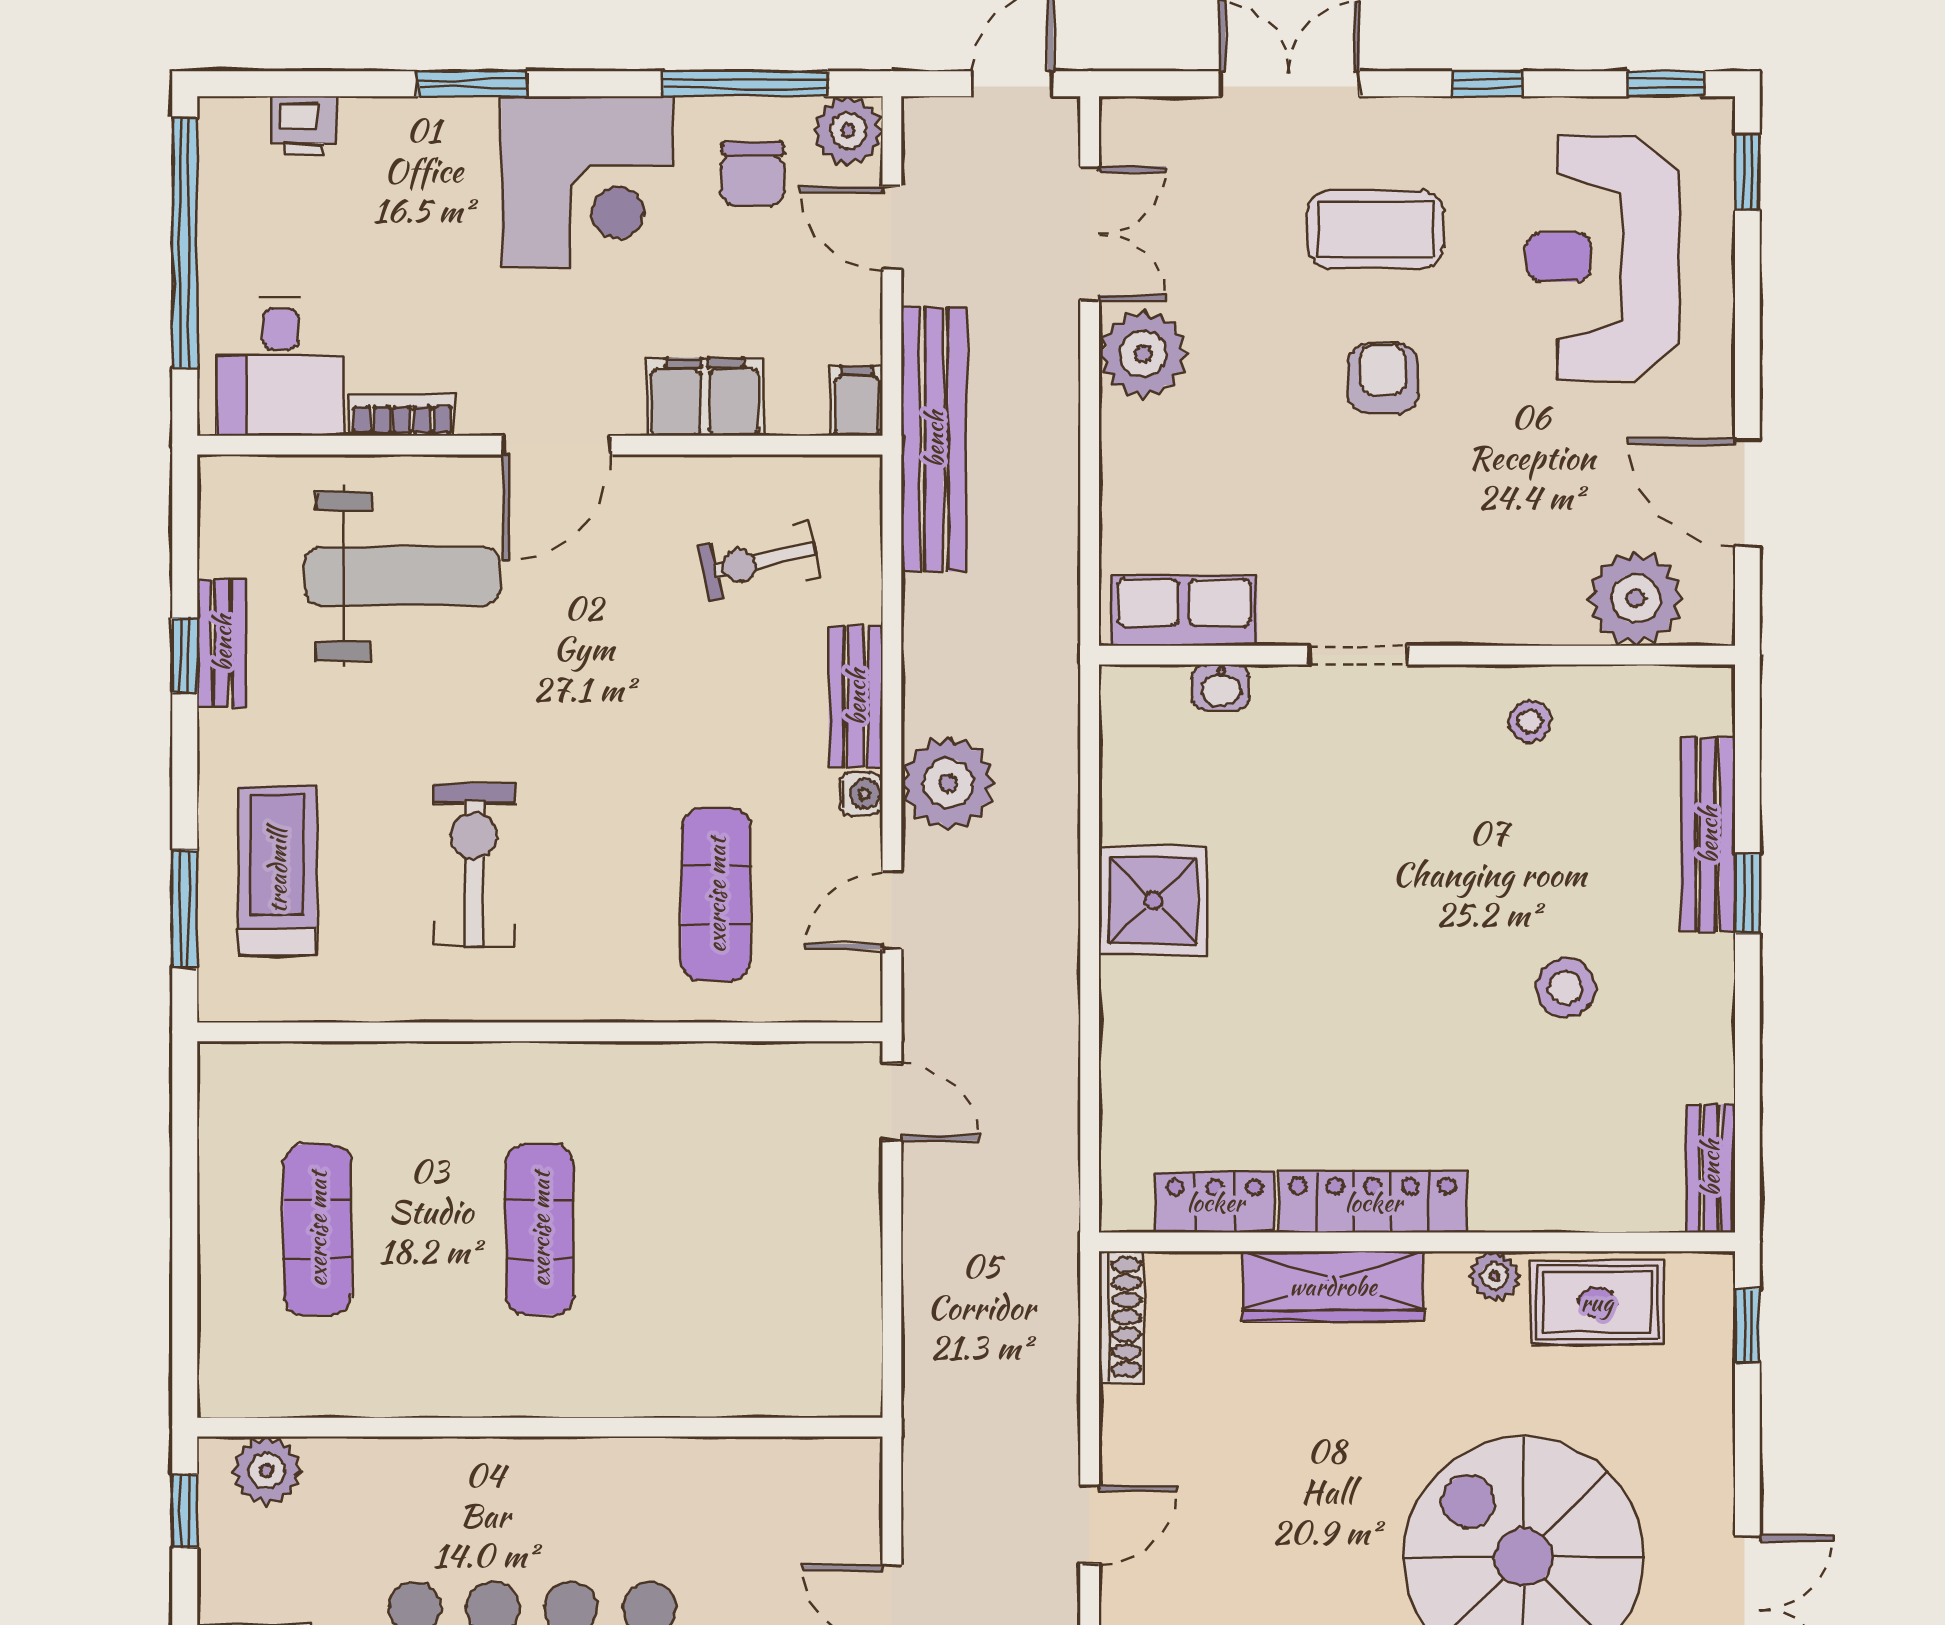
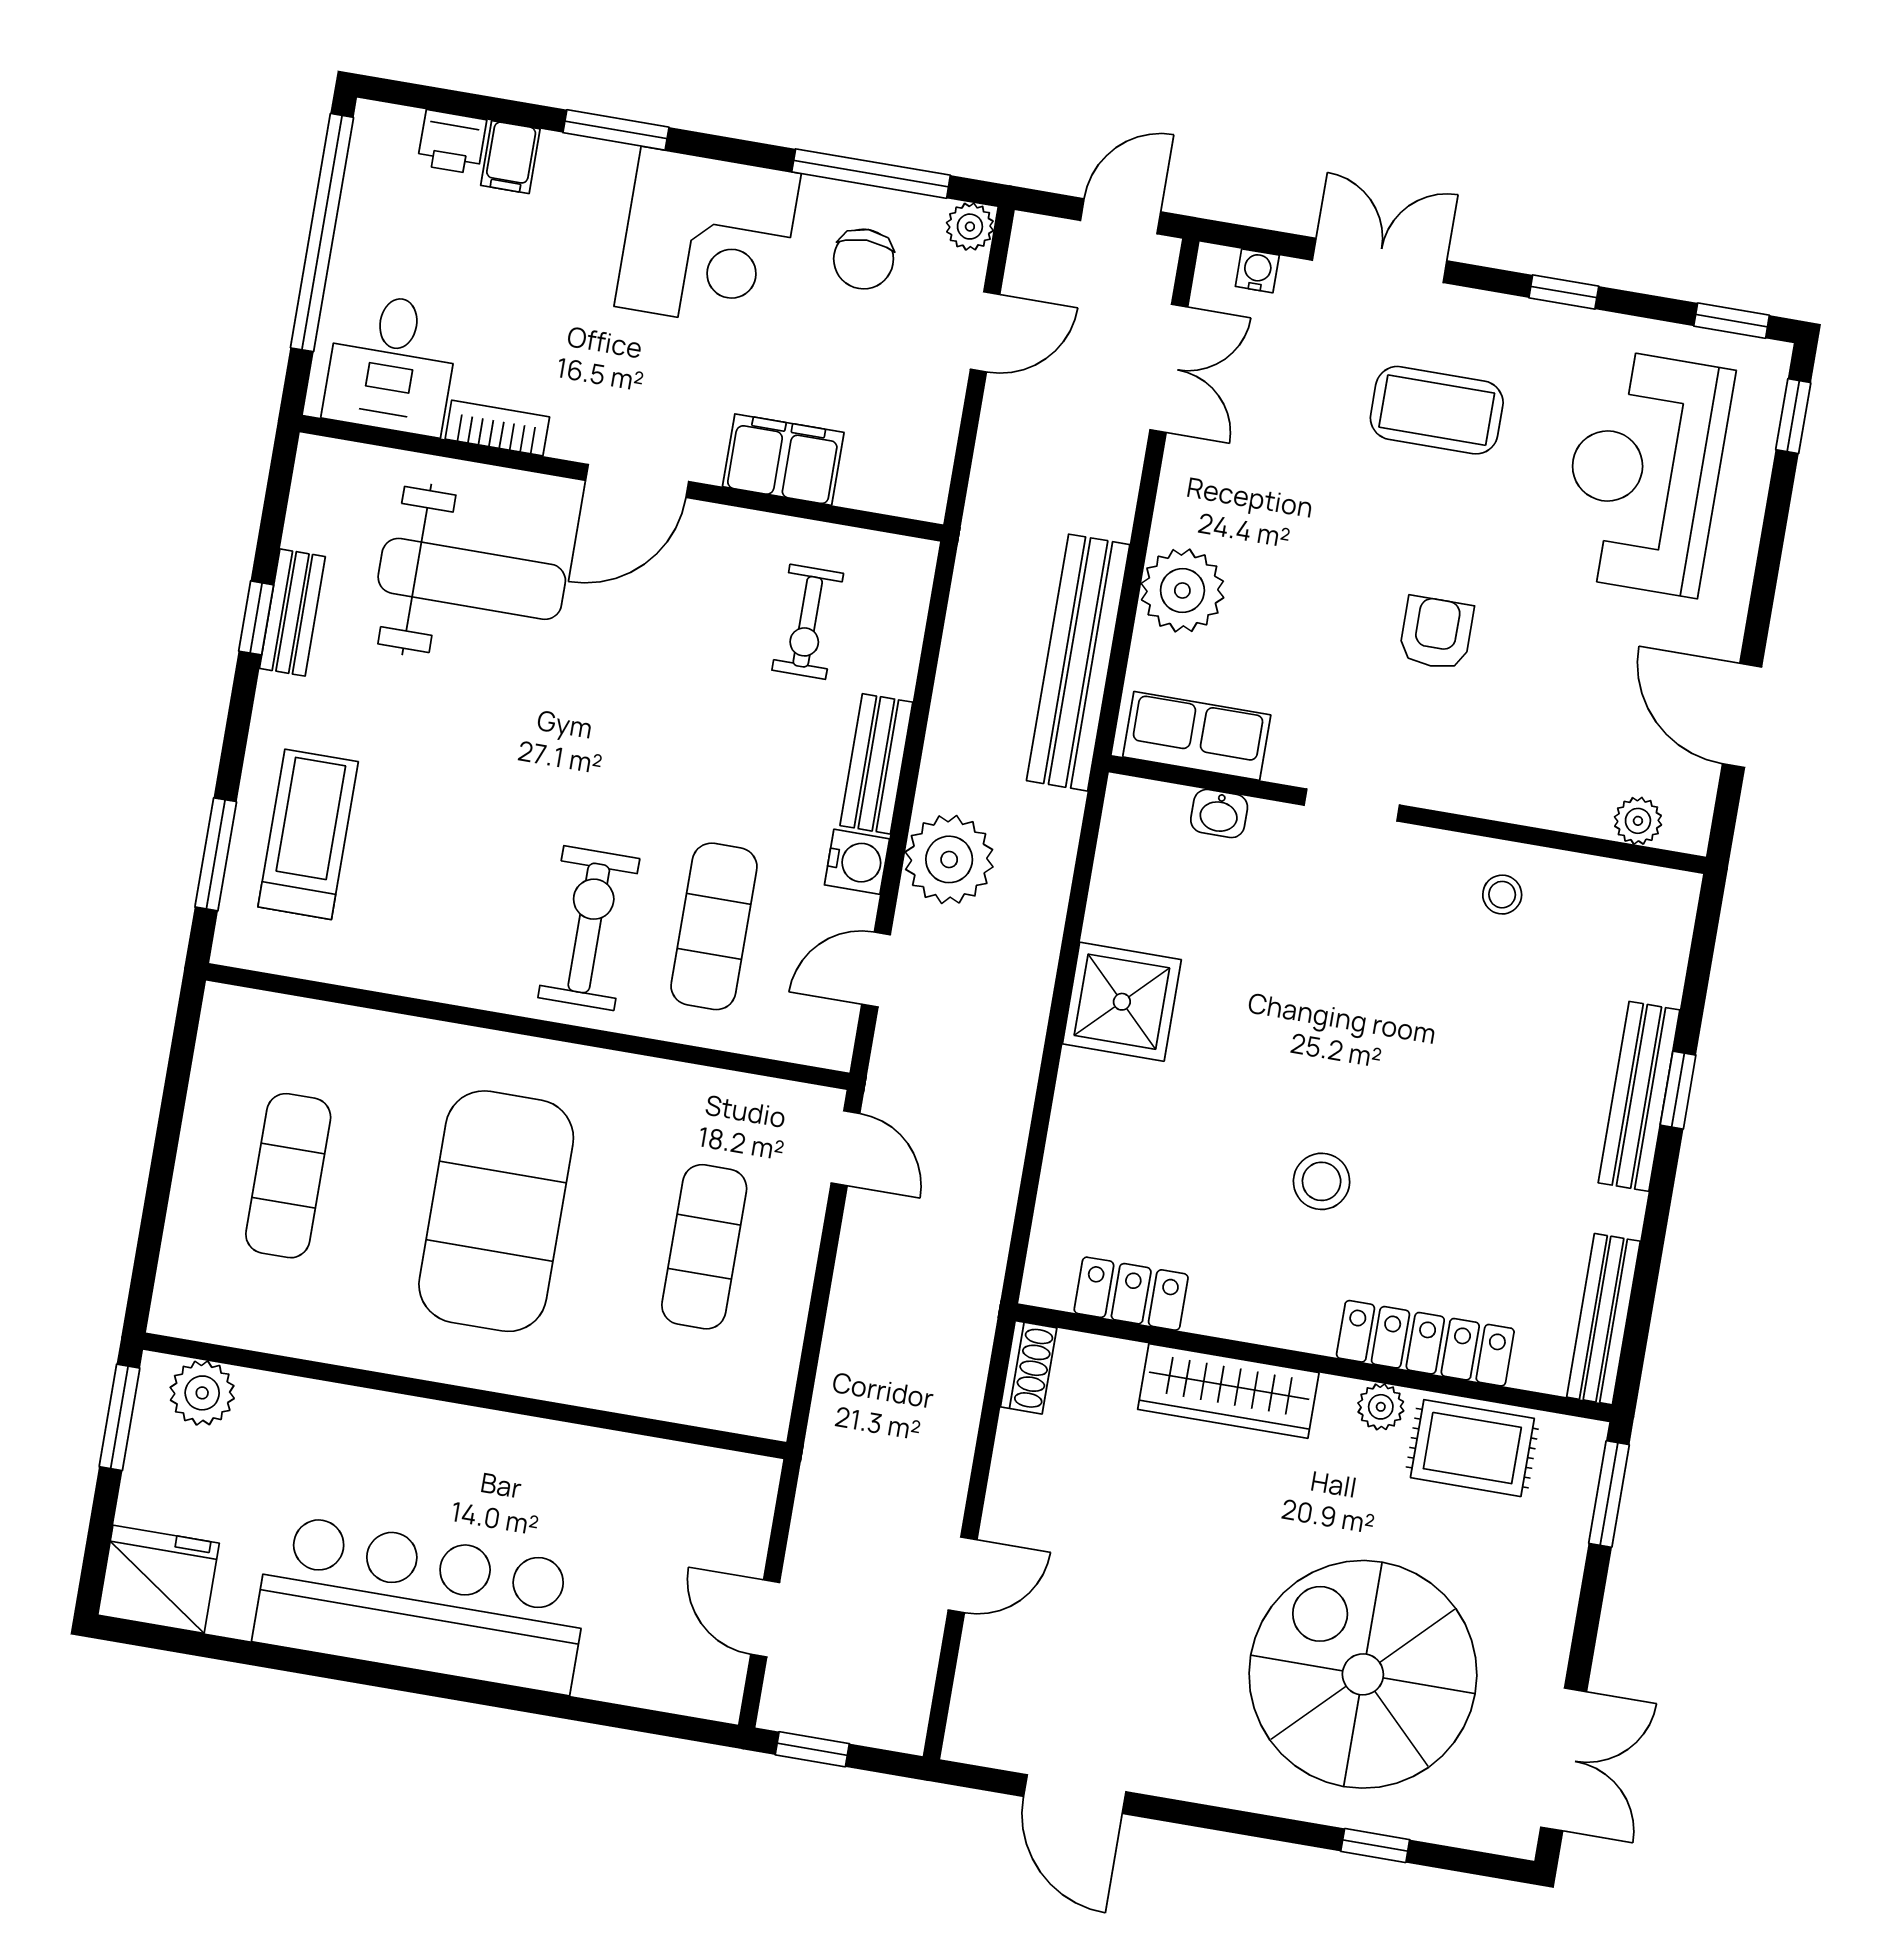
water cooler: (1164, 116) -> (1257, 271), added
plant: (848, 131) -> (970, 227), width x0.73, depth x0.73
door: (892, 228) -> (985, 332), swing flipped
plant: (1143, 354) -> (1182, 591), moved
armchair: (1383, 378) -> (1436, 633), moved
filing cabinet: (857, 401) -> (510, 157), moved, turned 180
bench: (934, 439) -> (1078, 663), moved
exercise bike: (759, 561) -> (808, 622), turned -77
plant: (1636, 599) -> (1638, 821), width x0.53, depth x0.53
water cooler: (861, 794) -> (857, 862), width x1.38, depth x1.38
bench: (1708, 835) -> (1639, 1096), moved
exercise bike: (474, 865) -> (589, 928), moved
stool: (1566, 988) -> (1322, 1181), moved
bench: (1710, 1168) -> (1603, 1319), width x1.36
locker: (1373, 1202) -> (1425, 1343), moved
exercise mat: (540, 1229) -> (496, 1211), width x2.00, depth x1.45
exercise mat: (763, 1229) -> (704, 1247), added
shoe rack: (1121, 1317) -> (1029, 1367), width x0.70
window: (1747, 1326) -> (1609, 1494), width x1.50
window: (185, 1511) -> (119, 1417), width x1.50

